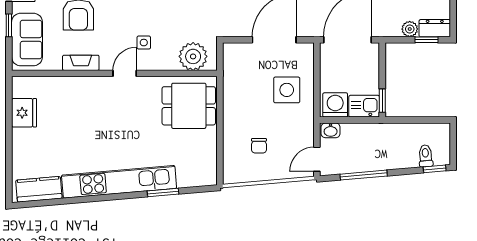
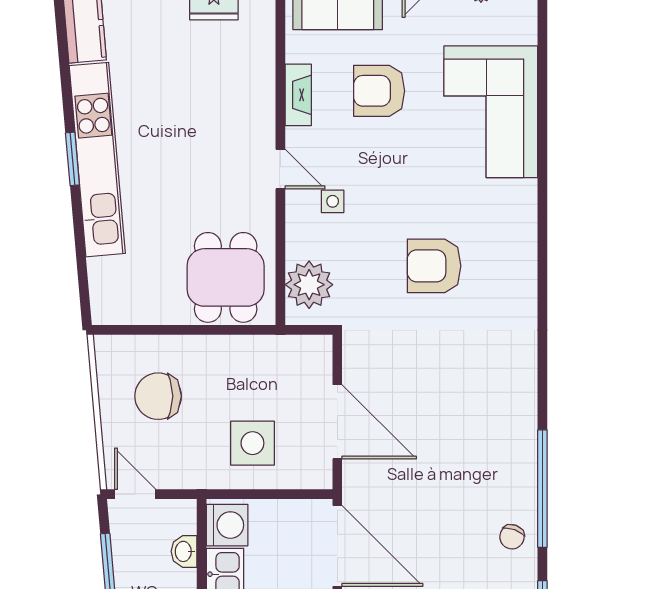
washbasin: (331, 130) -> (184, 551), moved
chair: (259, 146) -> (158, 396), width x1.87, depth x1.87
window: (163, 192) -> (72, 159), moved

